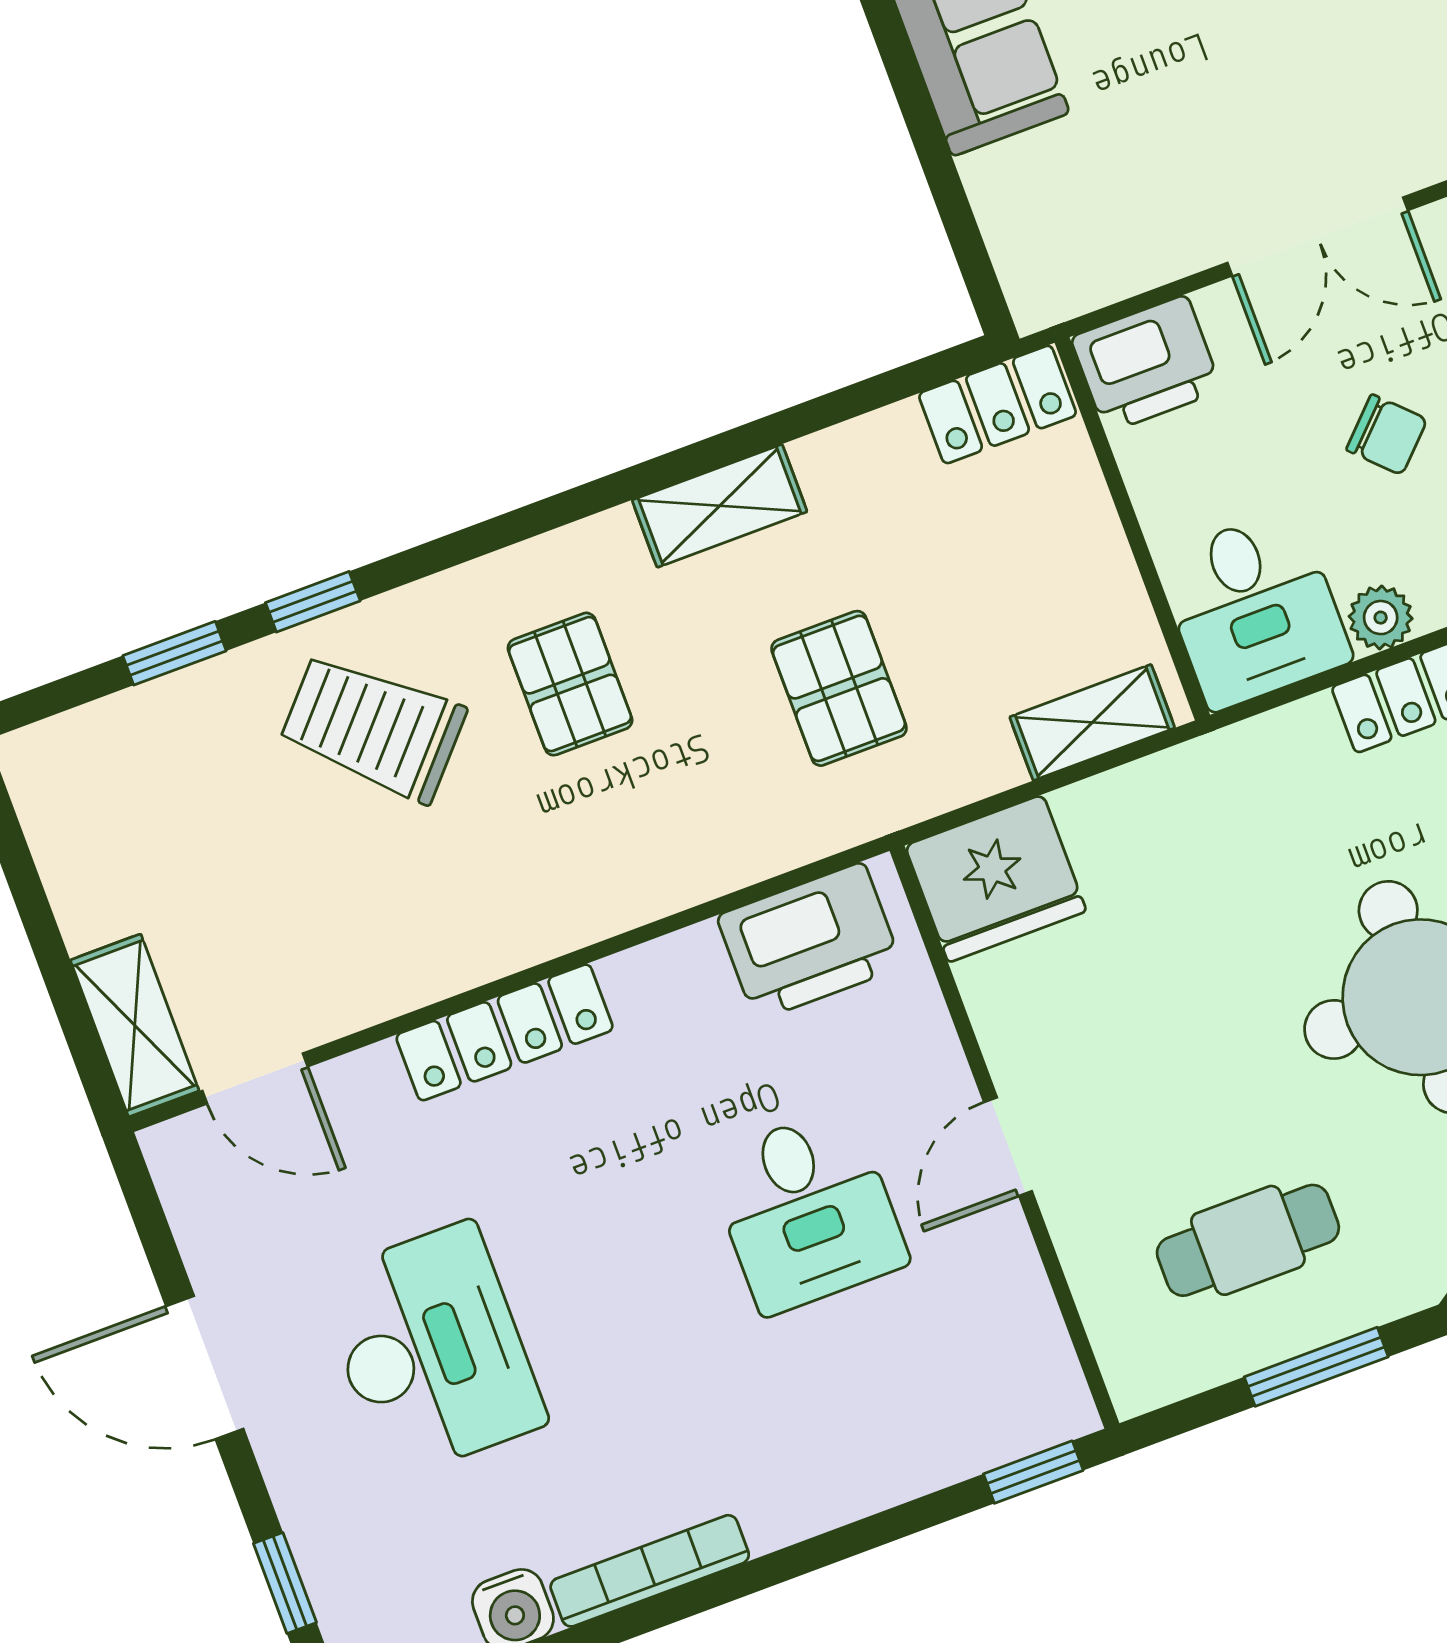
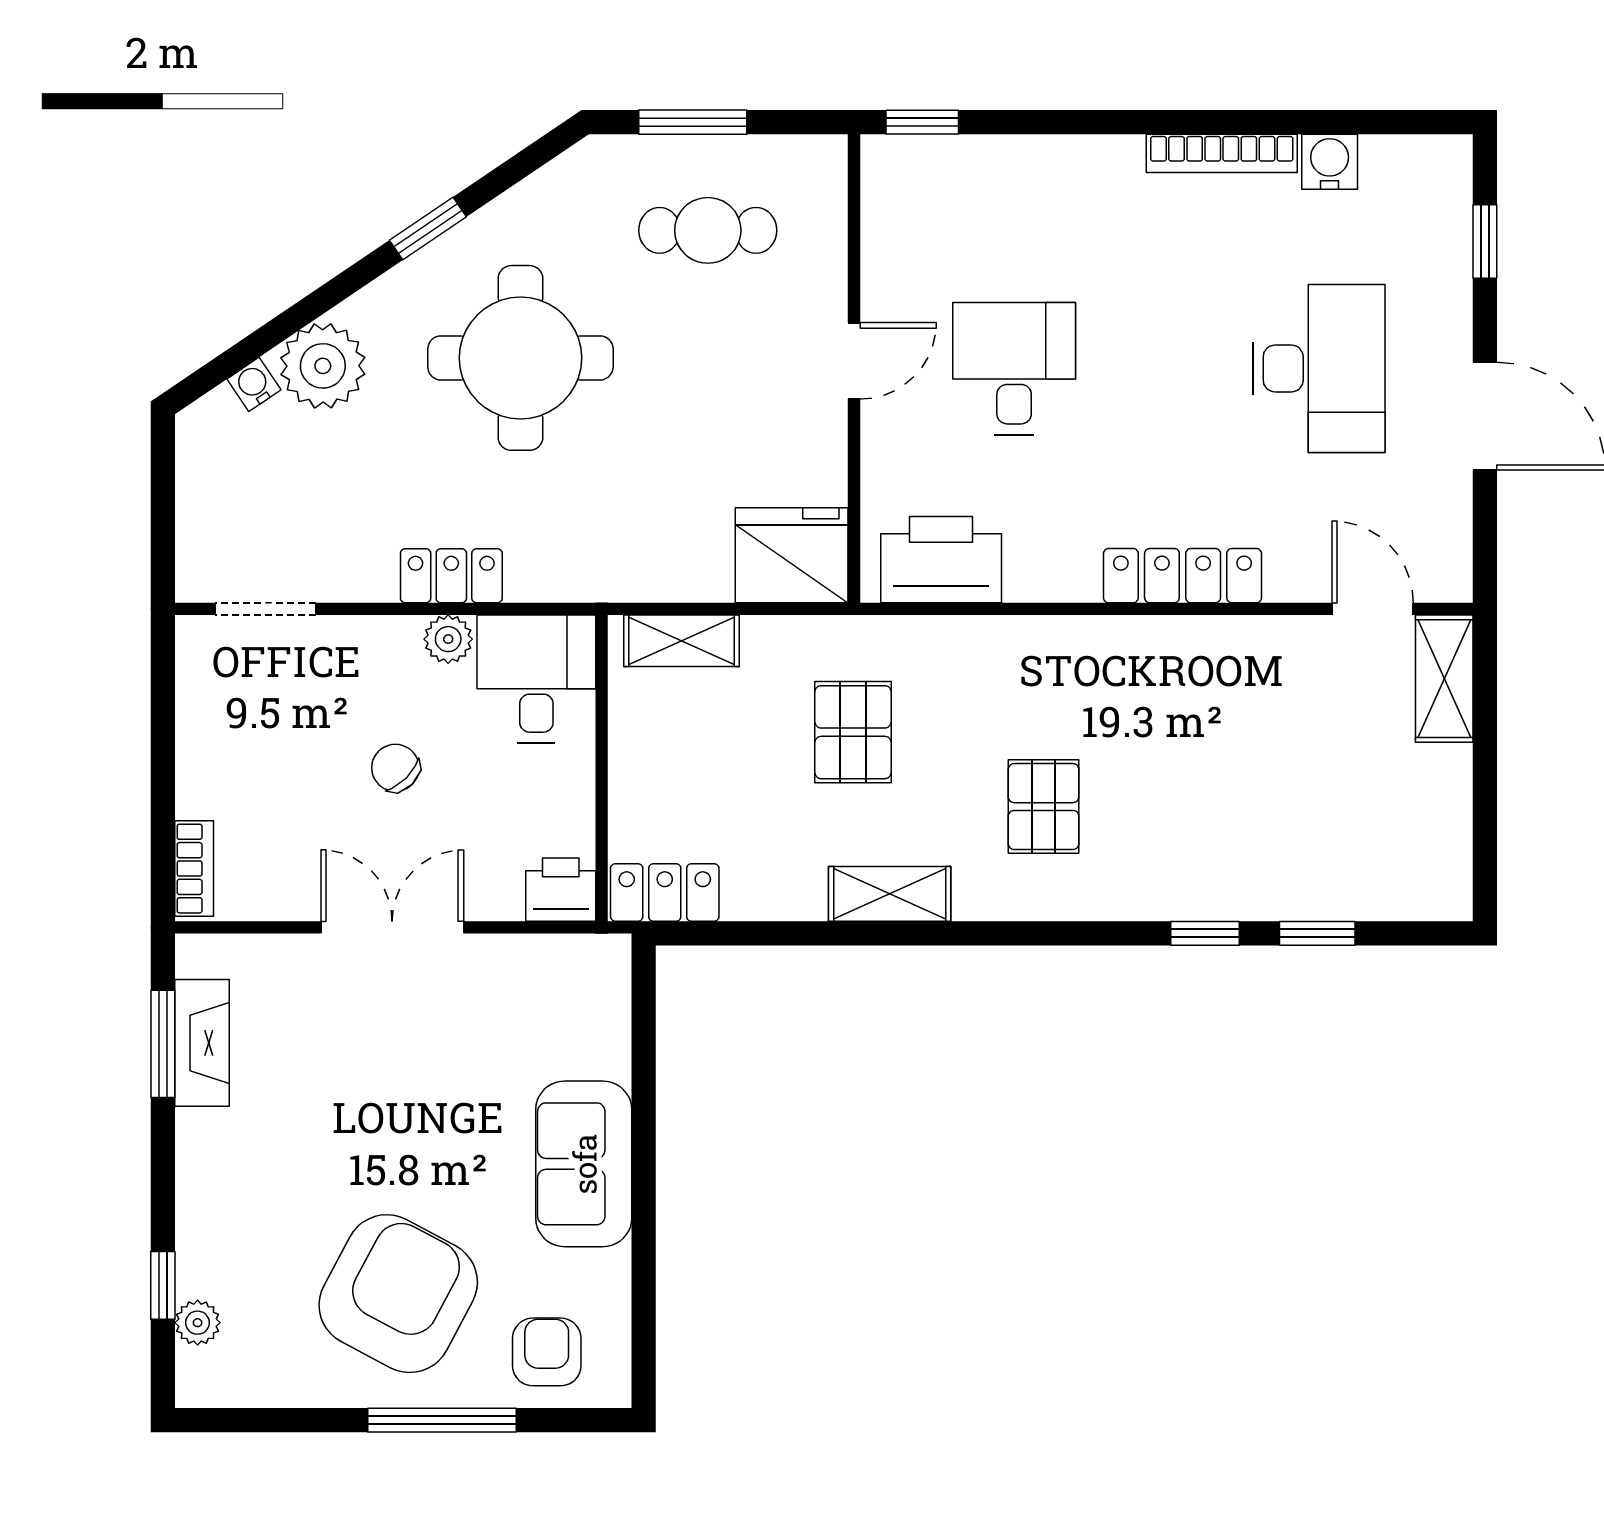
printer: (1146, 364) -> (561, 890), width x0.73, depth x0.81
trolley: (373, 727) -> (1196, 828), removed
desk: (431, 1350) -> (1319, 368), turned 180

